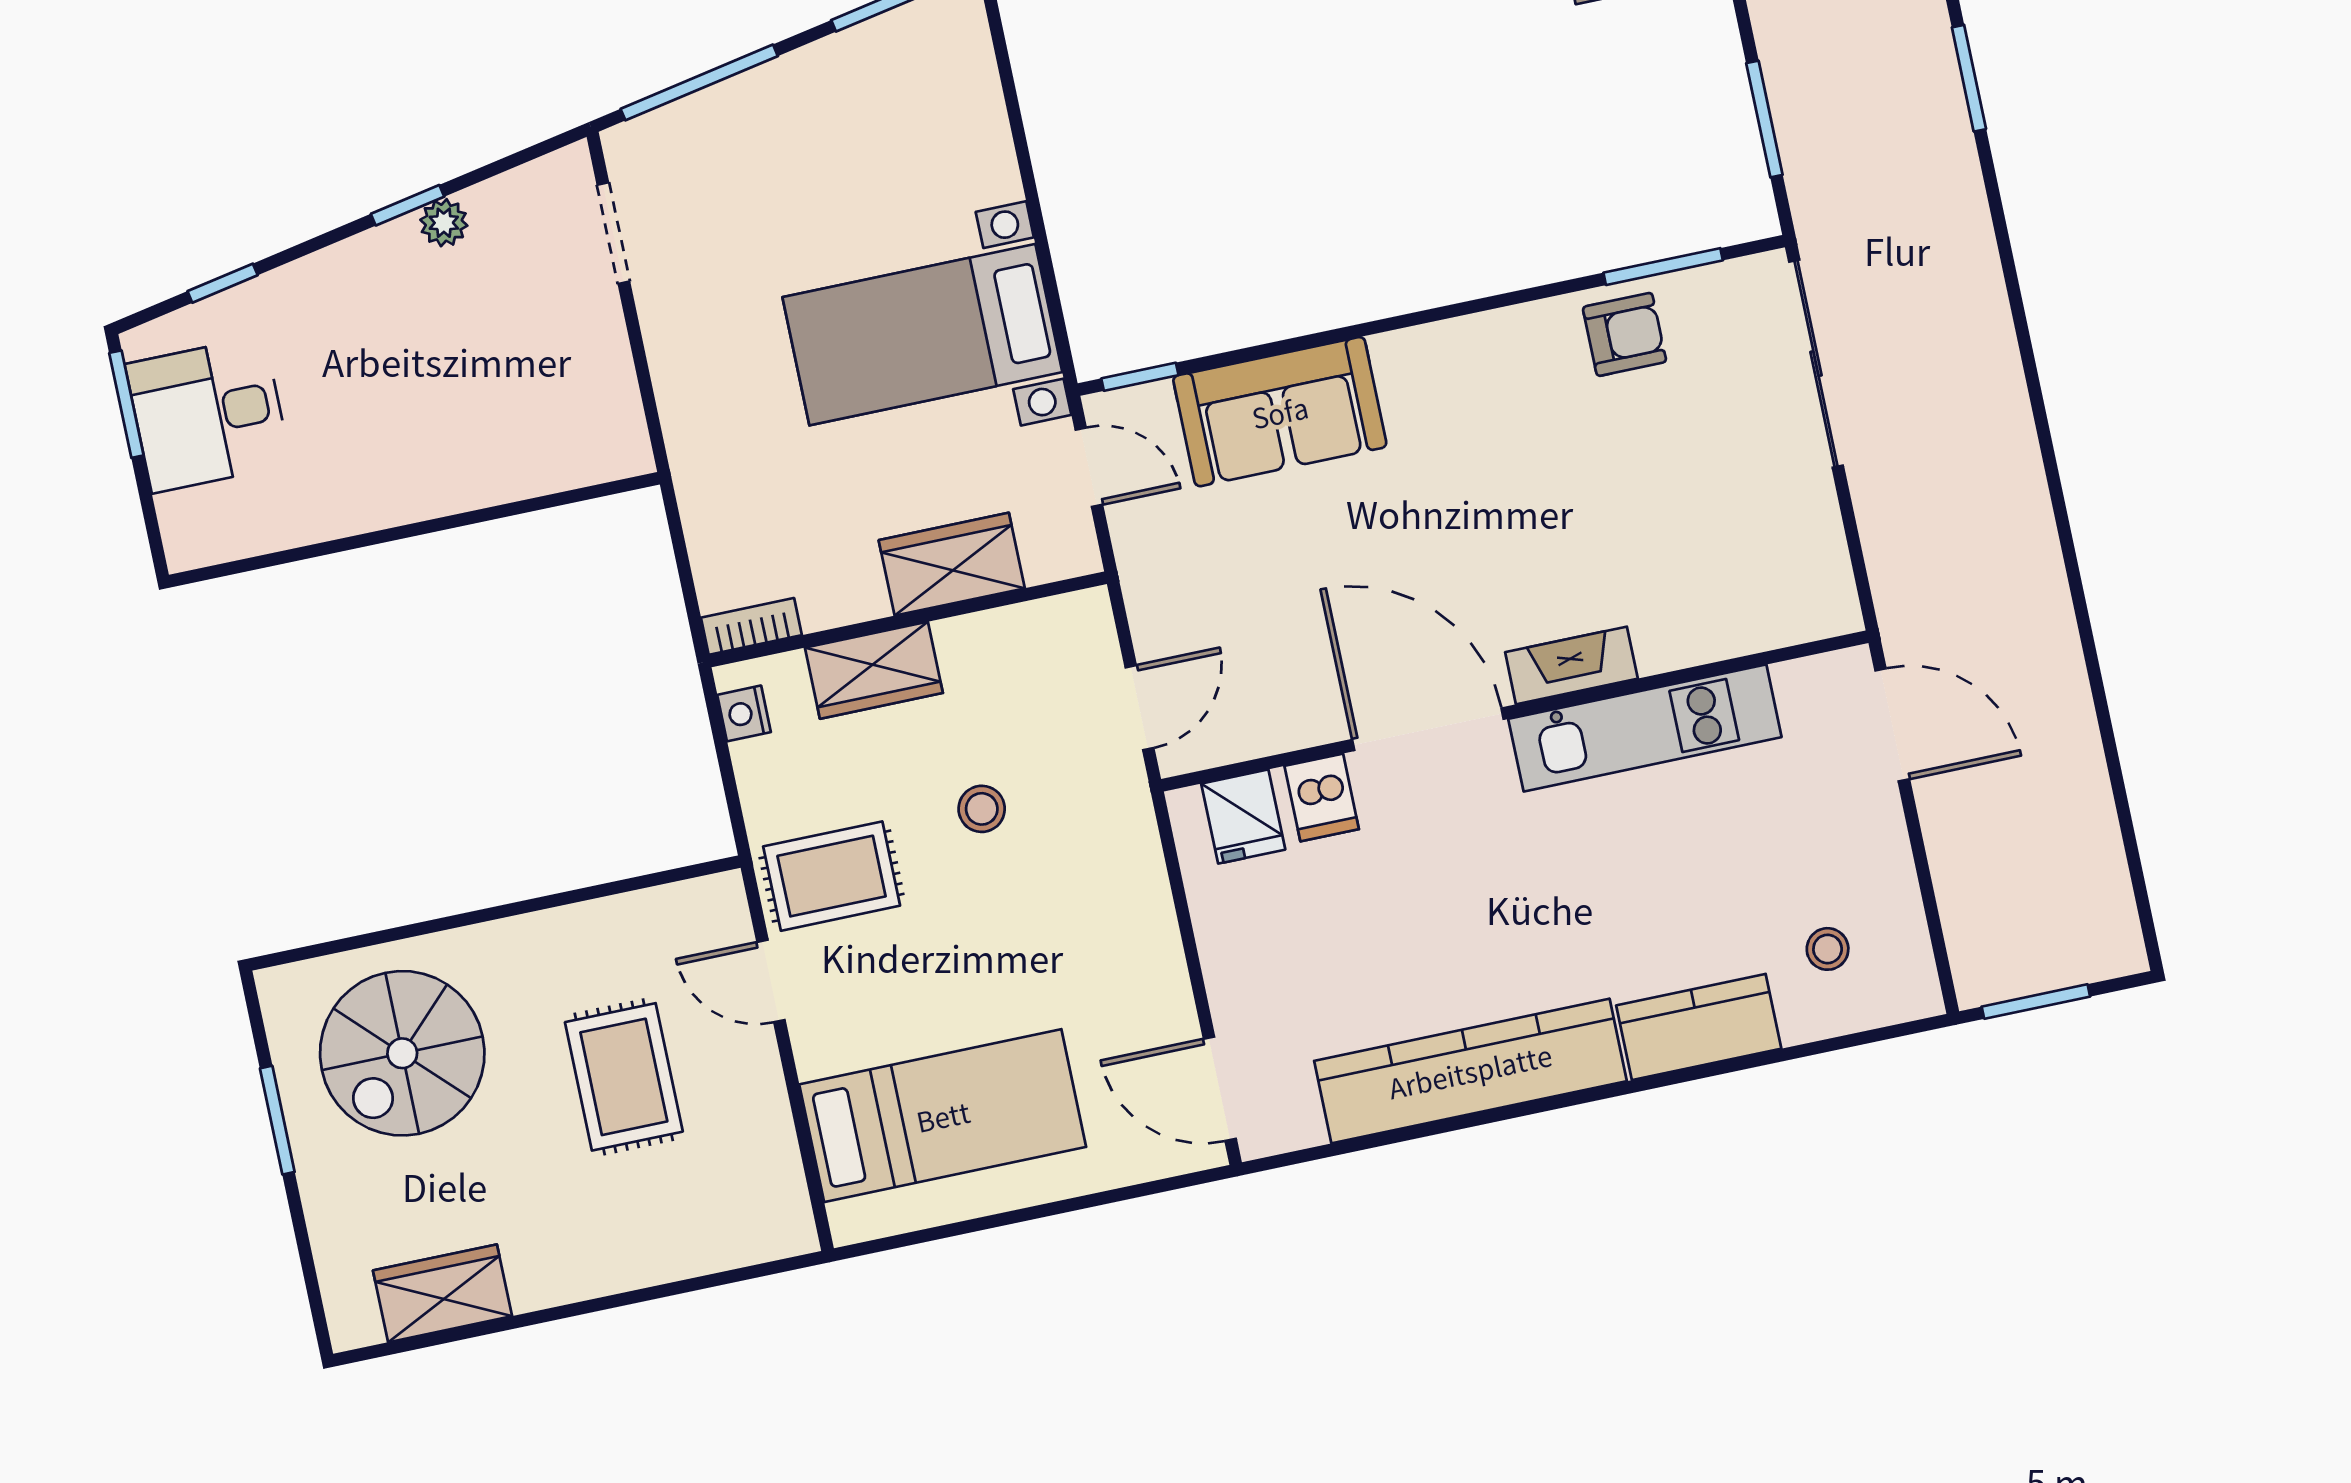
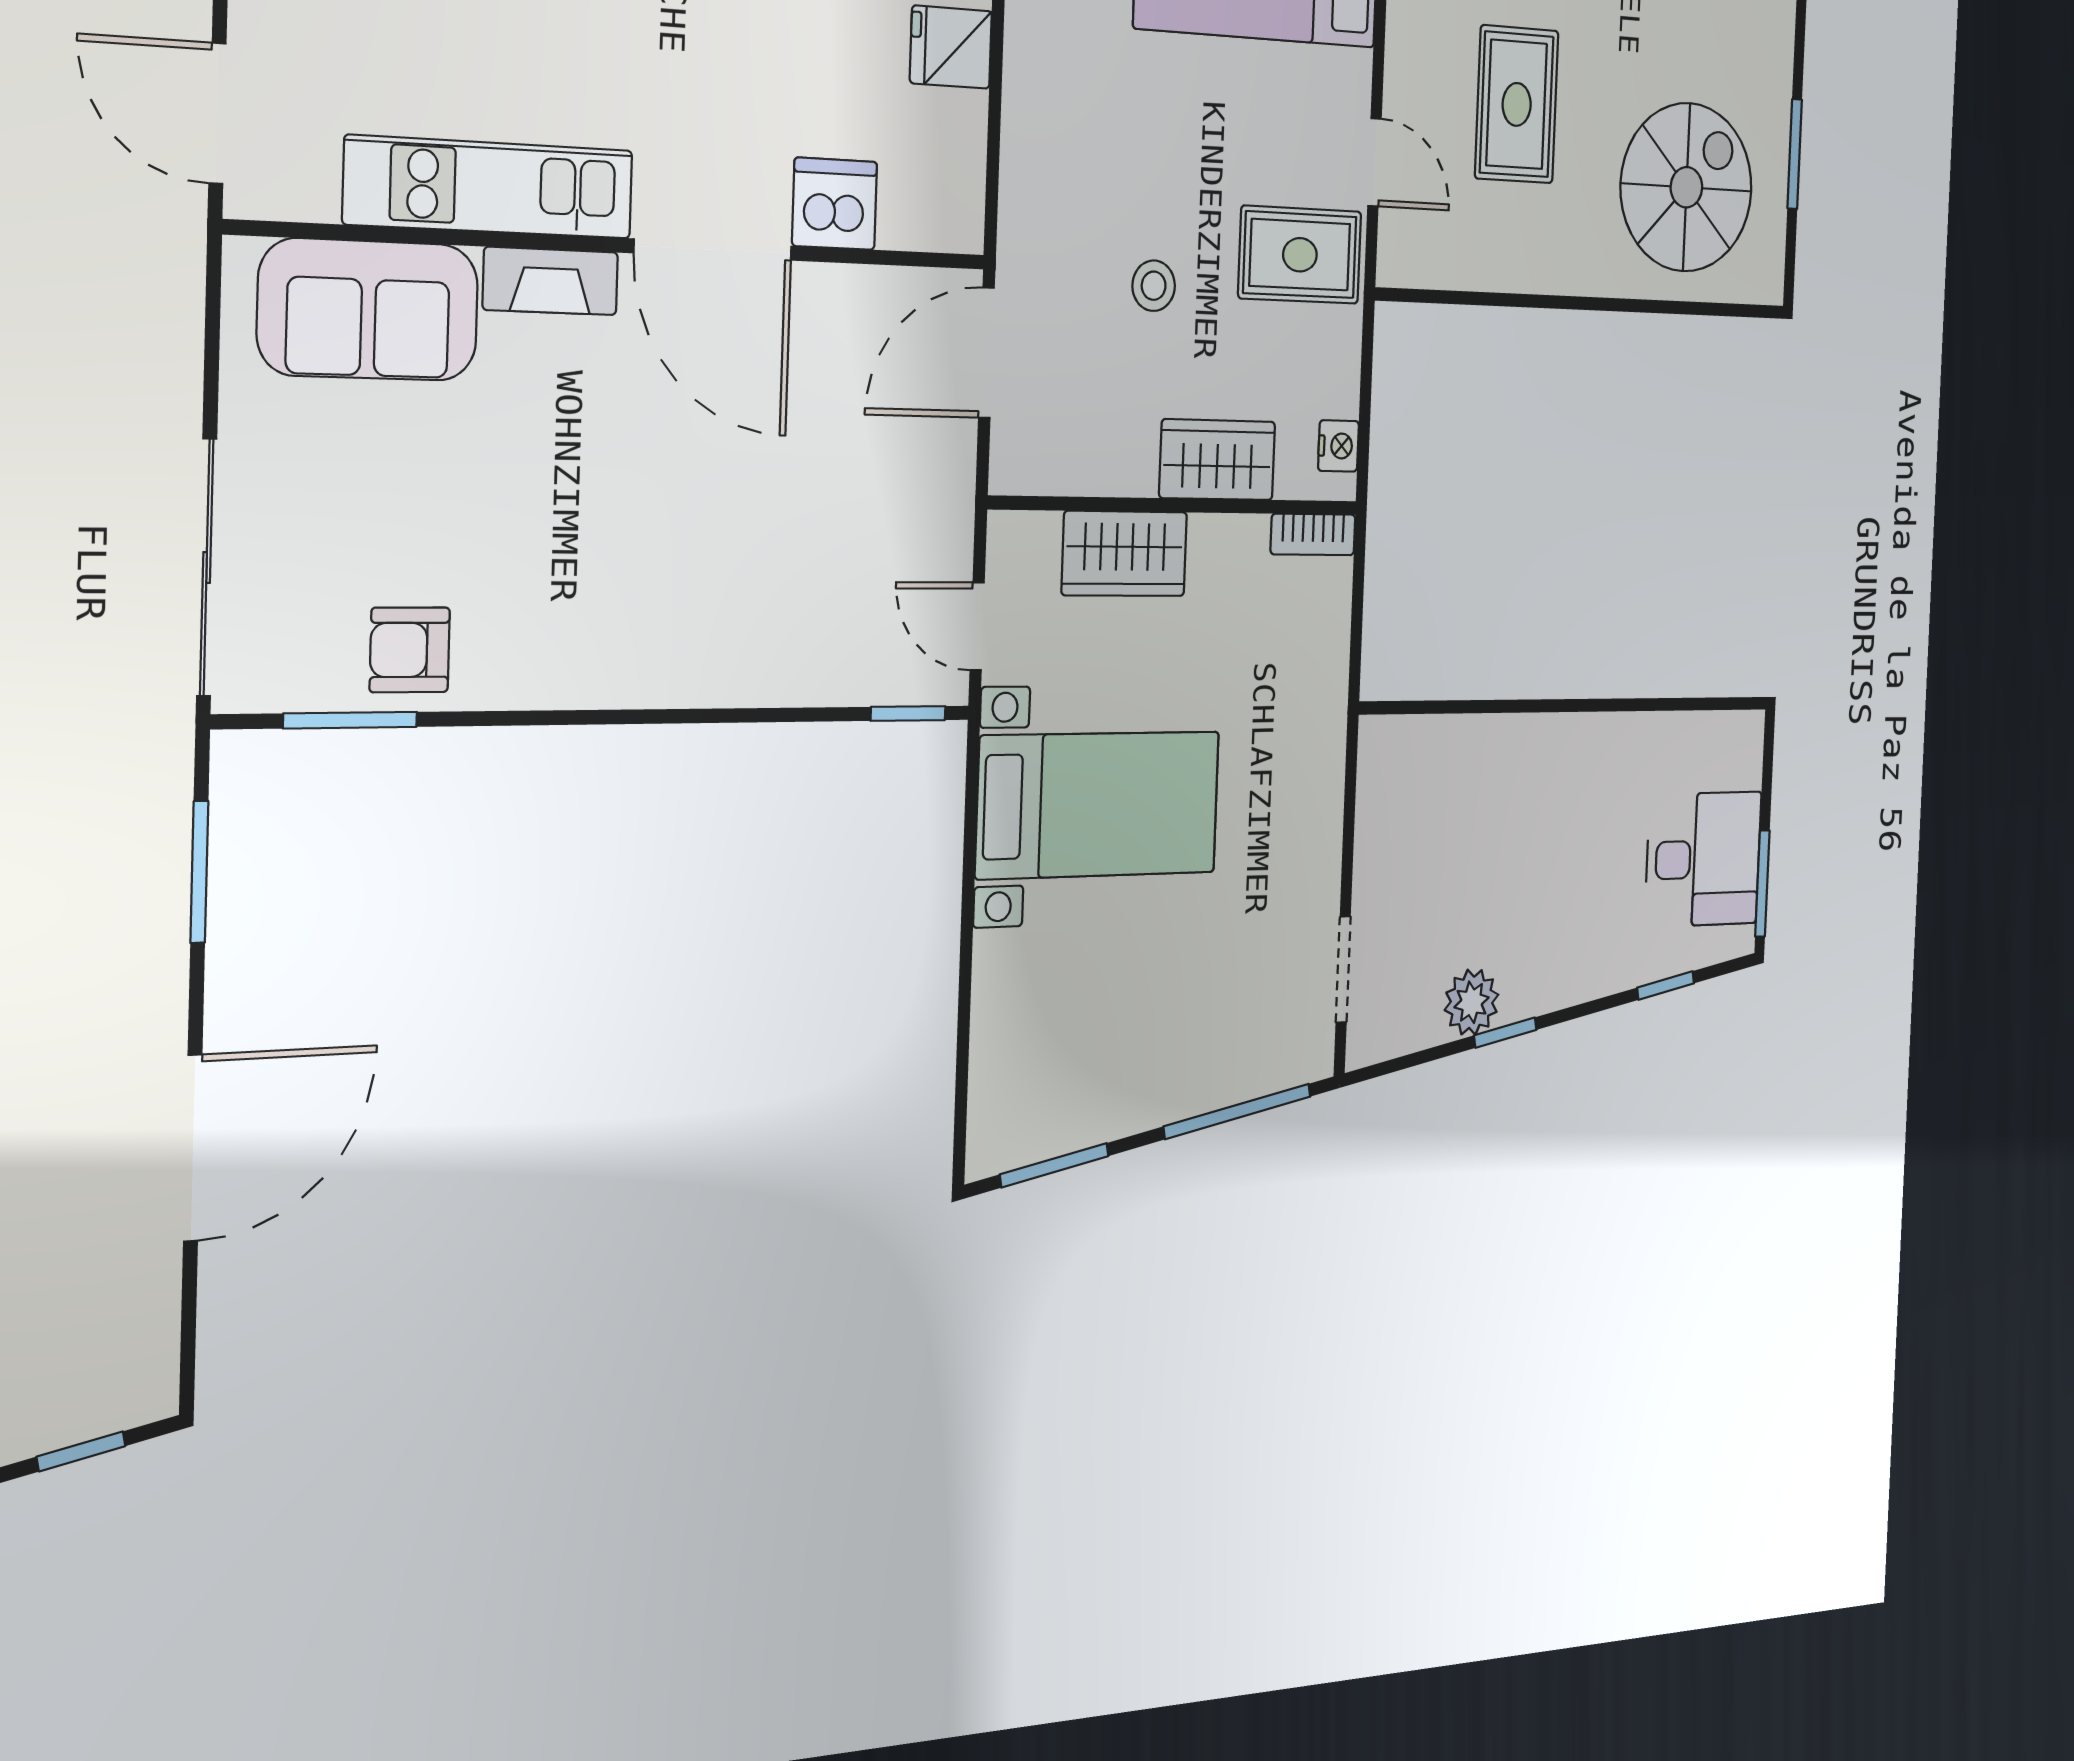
plant: (444, 223) -> (1472, 1002), width x1.38, depth x1.38
sofa: (1280, 412) -> (368, 310), moved, turned 180
door: (1140, 708) -> (986, 353), width x1.37
dishwasher: (1322, 798) -> (835, 204), width x1.38
fridge: (1243, 817) -> (951, 47), moved, turned -90

